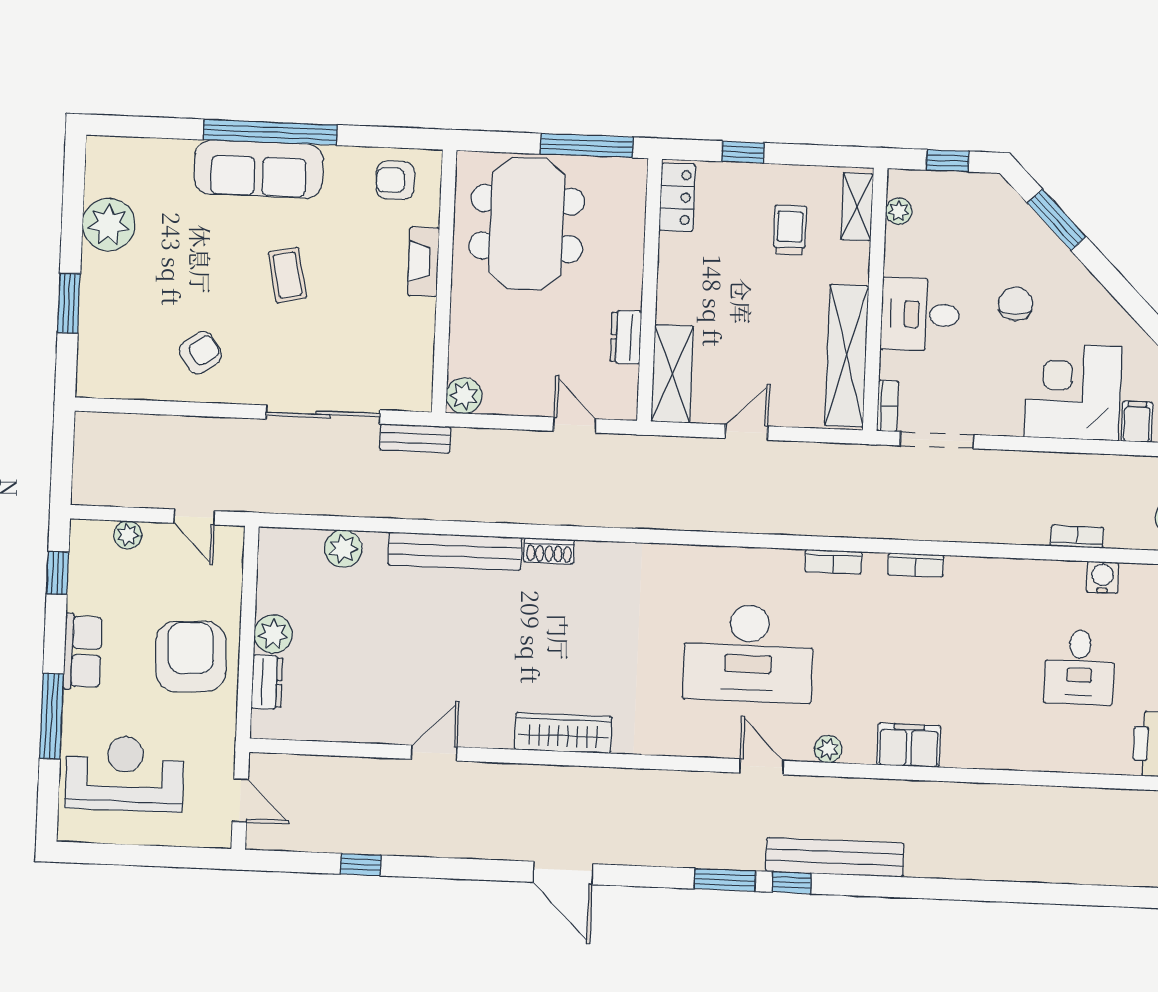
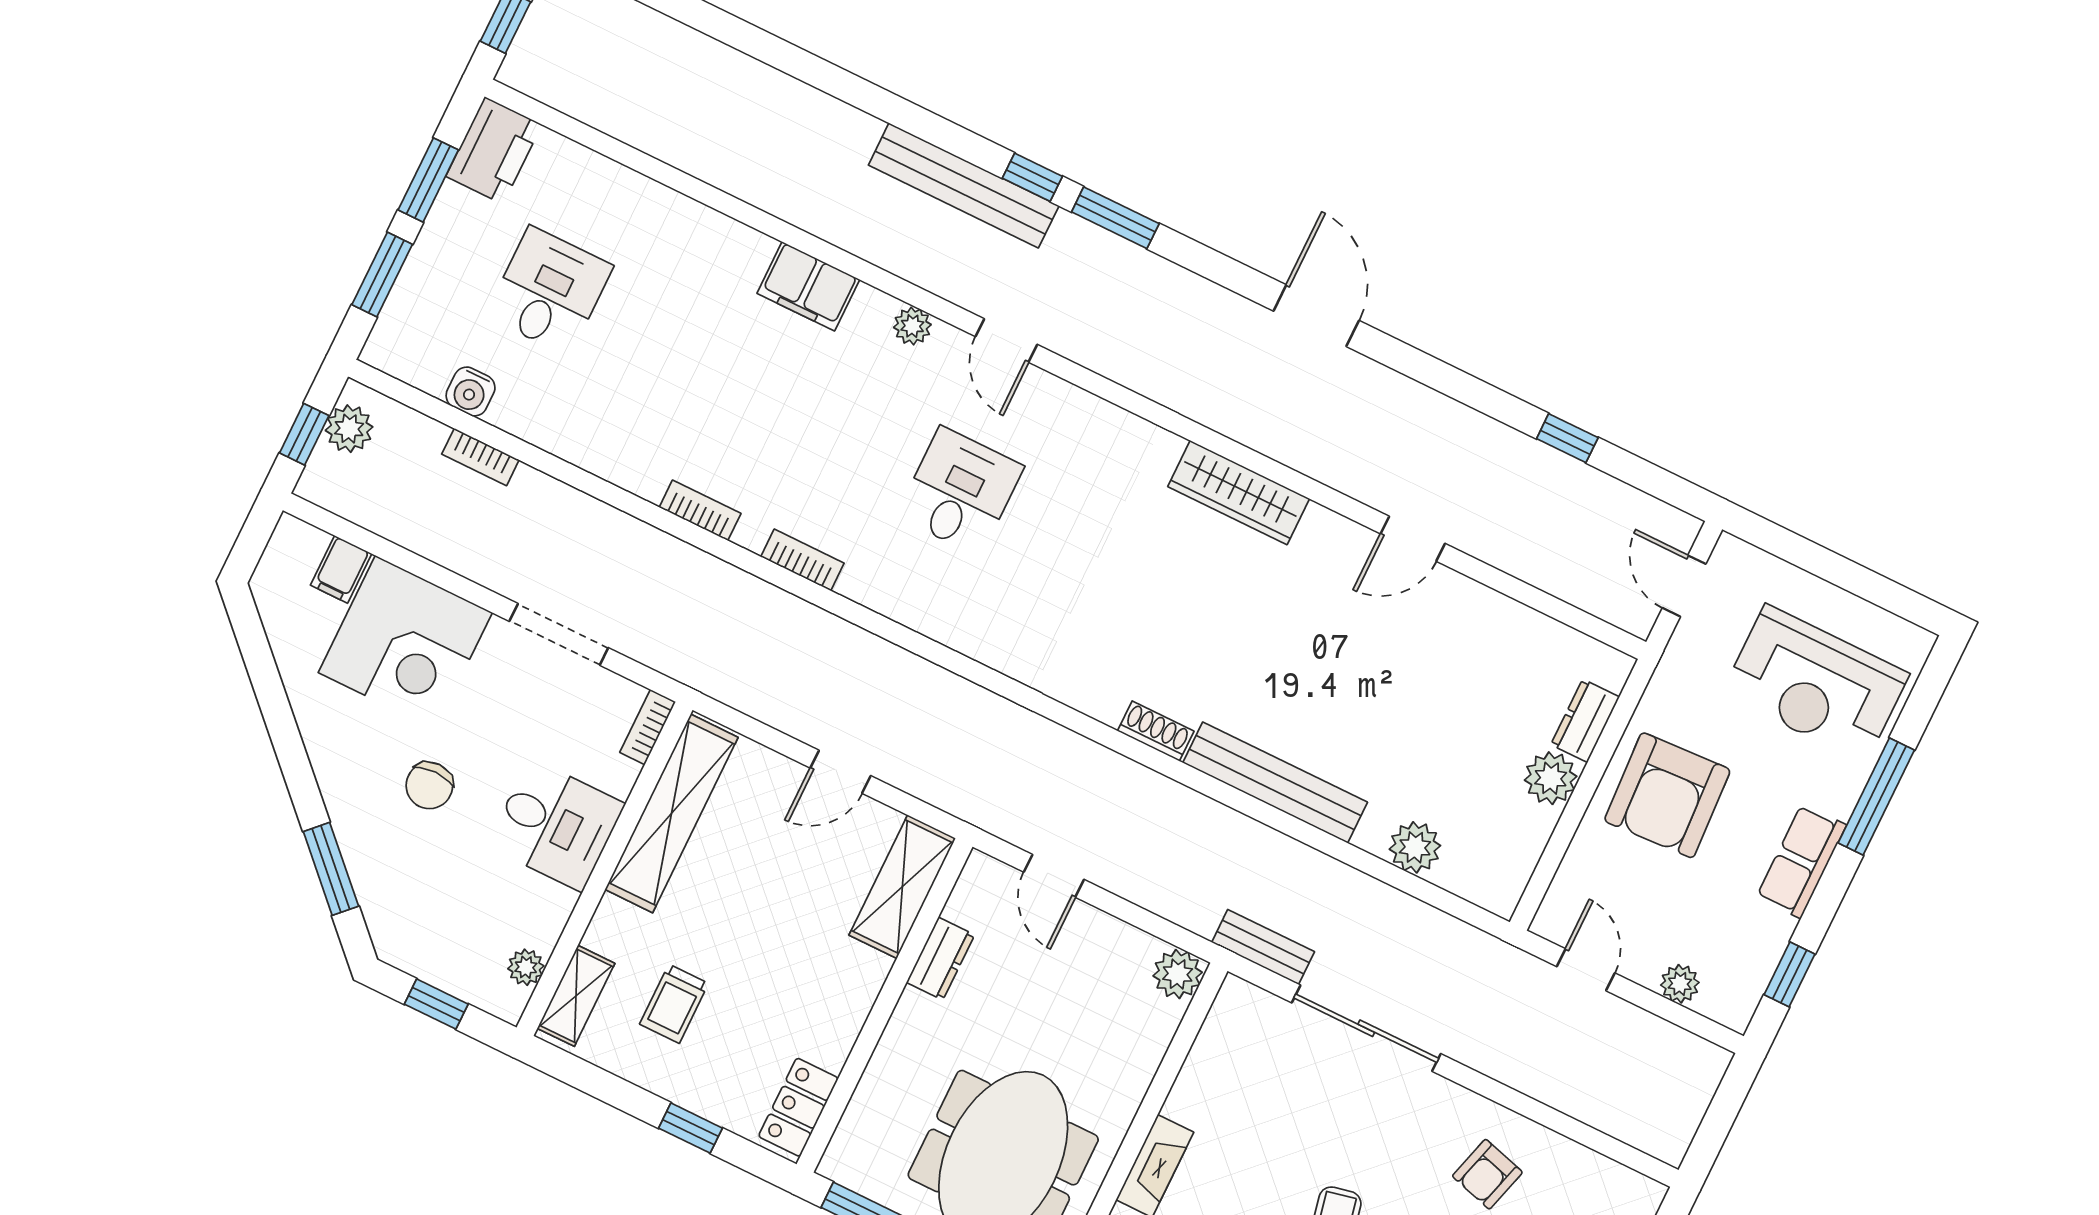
armchair: (200, 353) -> (1487, 1174), turned -40
doorway: (937, 440) -> (559, 634), moved
desk: (748, 653) -> (960, 491), width x0.53, depth x0.77

